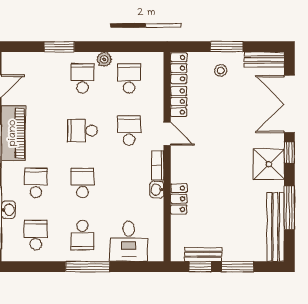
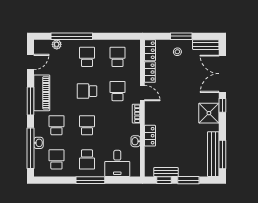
window: (59, 47) -> (72, 36), width x2.11
plant: (104, 59) -> (57, 44), moved
washbasin: (157, 190) -> (136, 141), moved
window: (289, 208) -> (222, 154), moved

